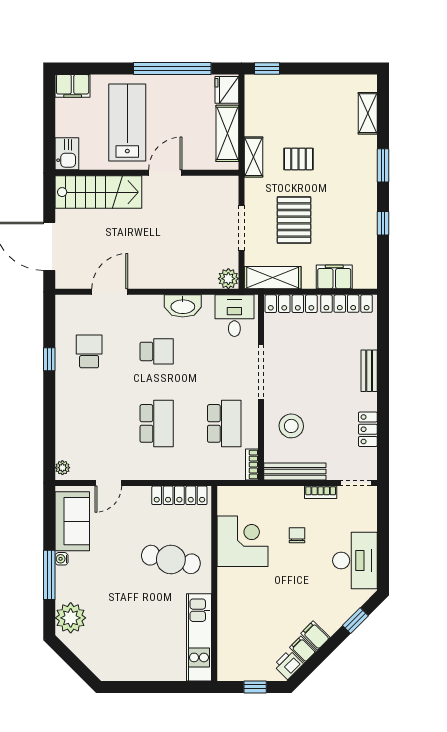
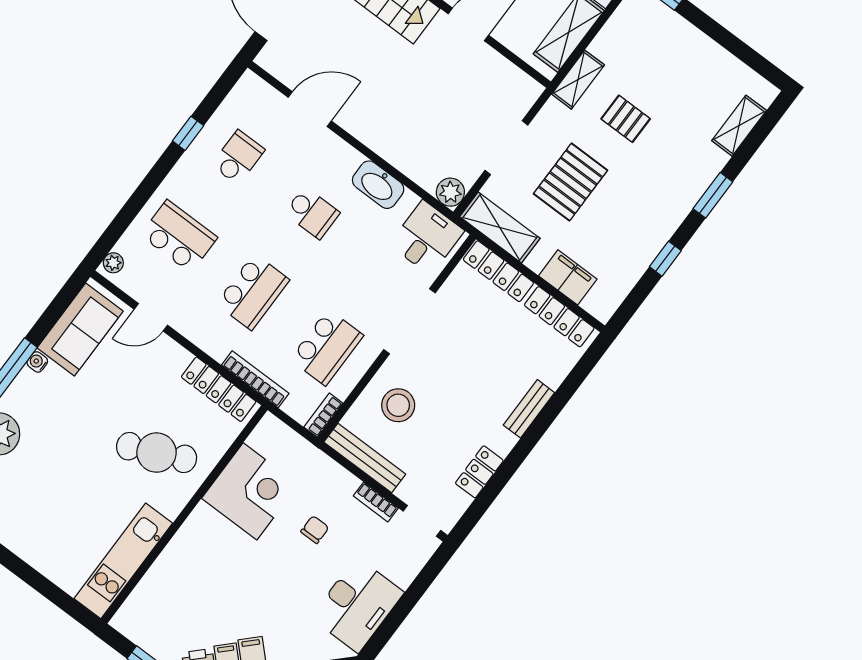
school desk: (89, 423) -> (179, 236), added
bookcase: (196, 473) -> (255, 379), added
cafe table: (171, 559) -> (157, 453), turned -36

